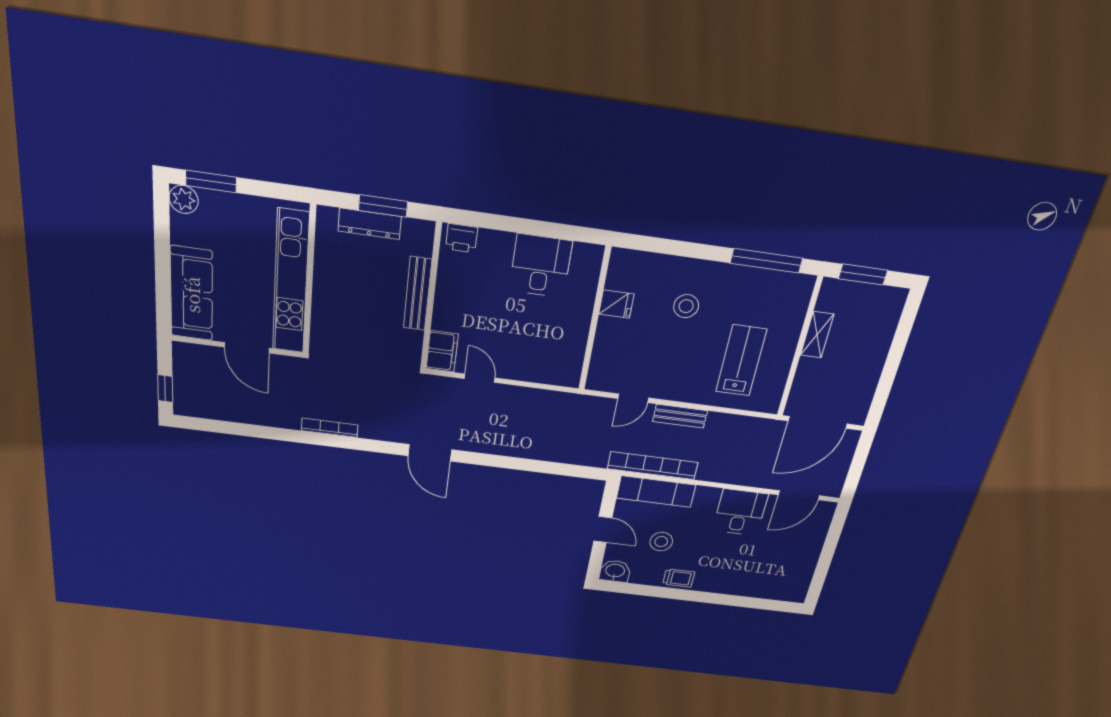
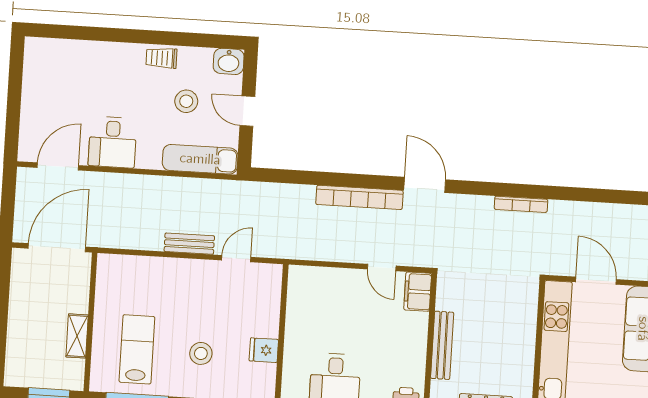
lab bench: (741, 361) -> (137, 349), moved, turned 180
bookcase: (653, 466) -> (359, 197), moved

